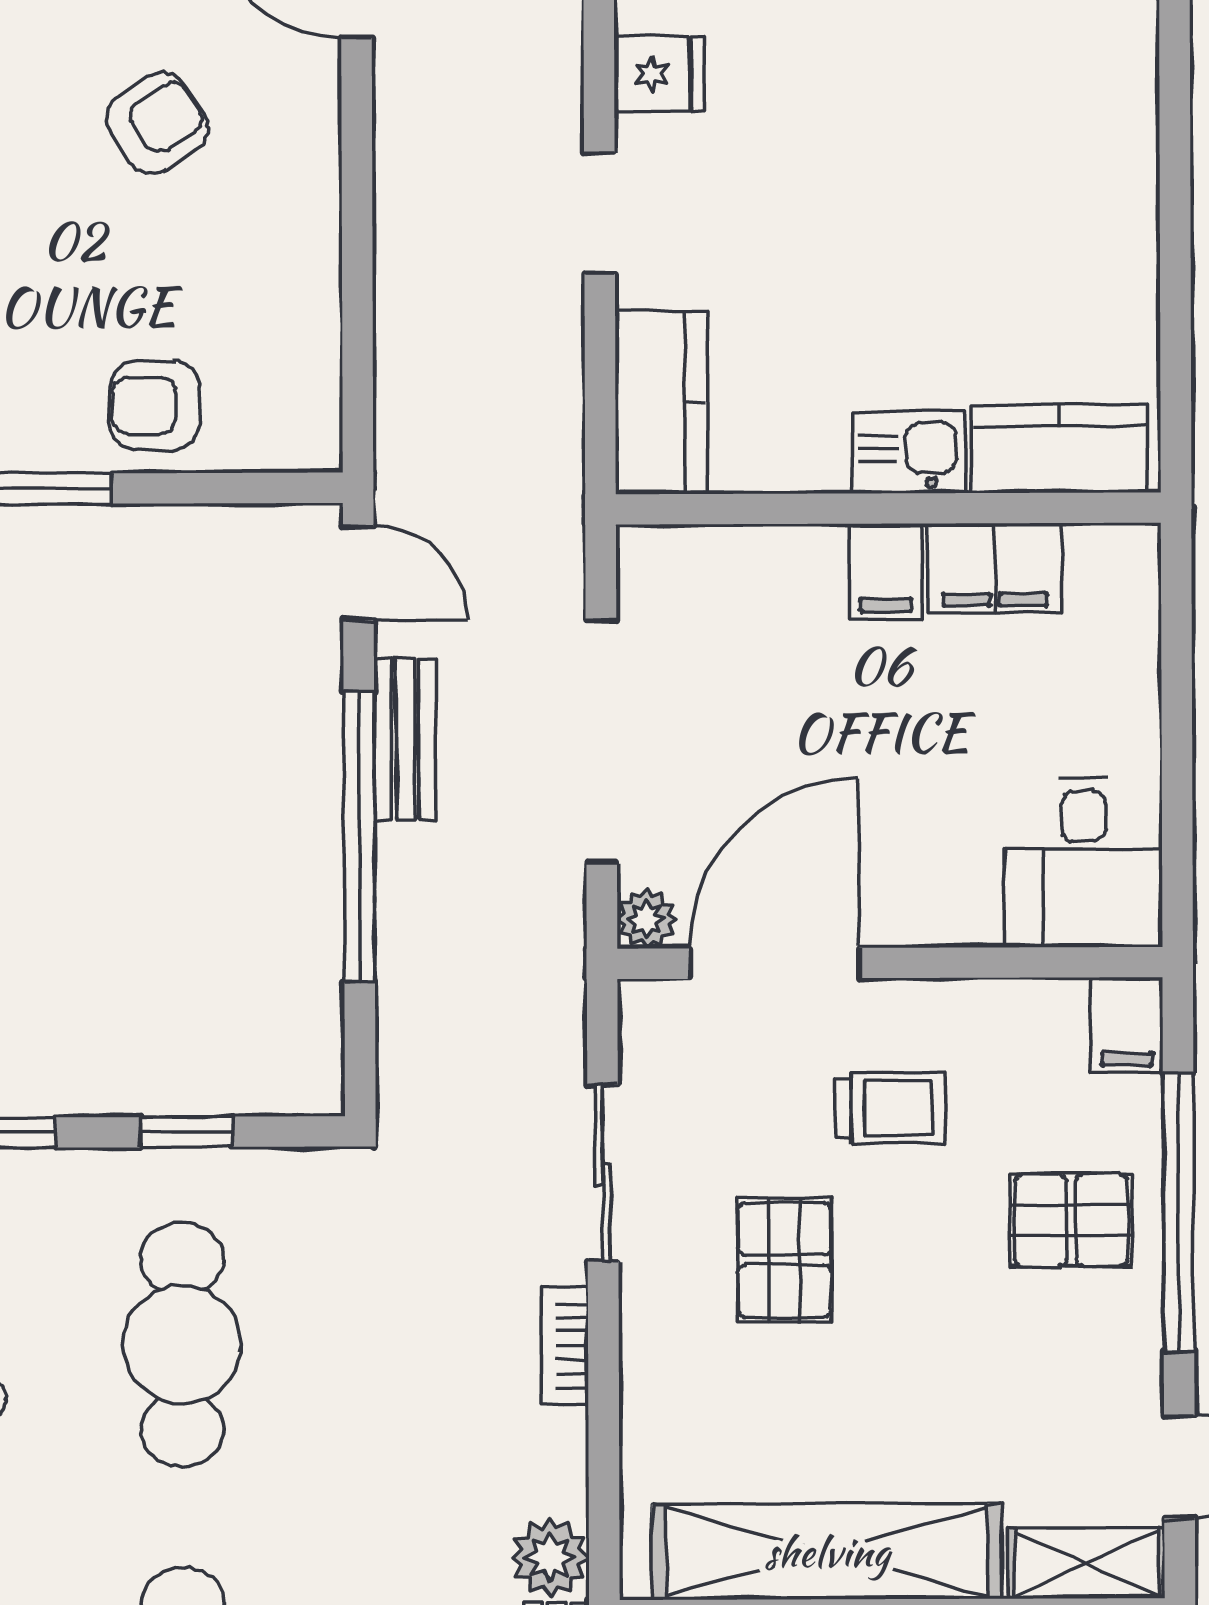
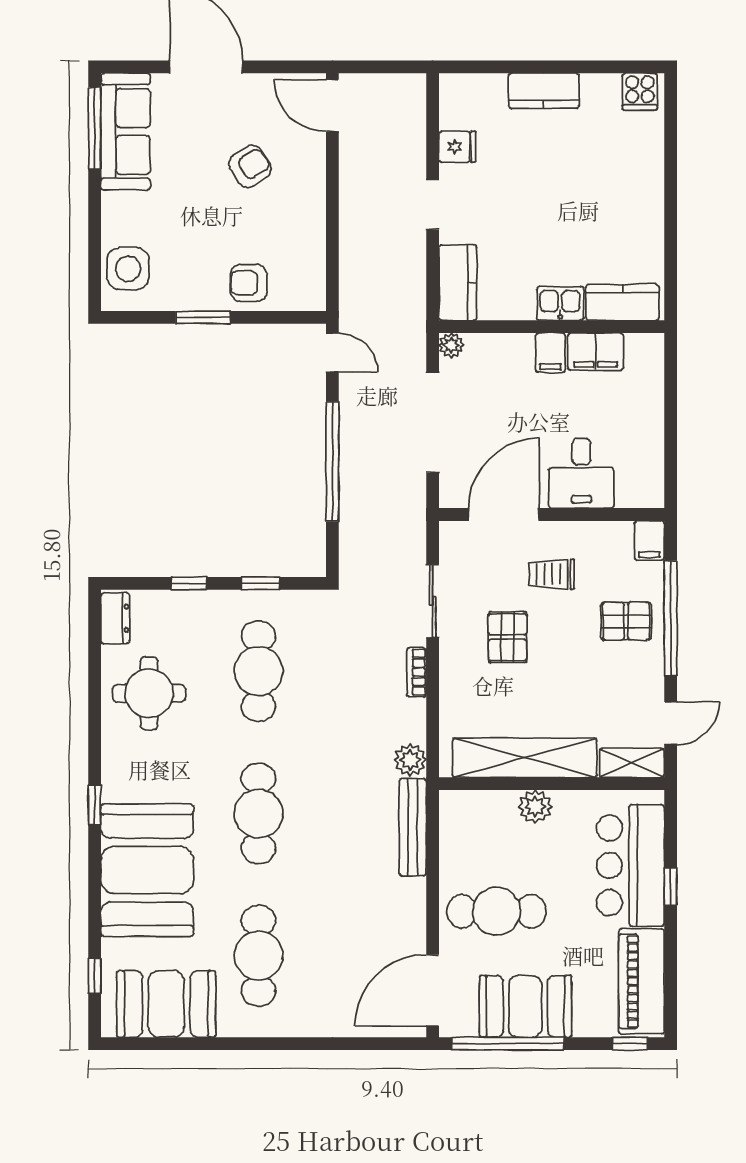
bench: (405, 739) -> (351, 421), removed
desk: (1084, 862) -> (581, 473), moved
plant: (647, 919) -> (451, 345), moved
trolley: (890, 1108) -> (552, 574), turned 180

